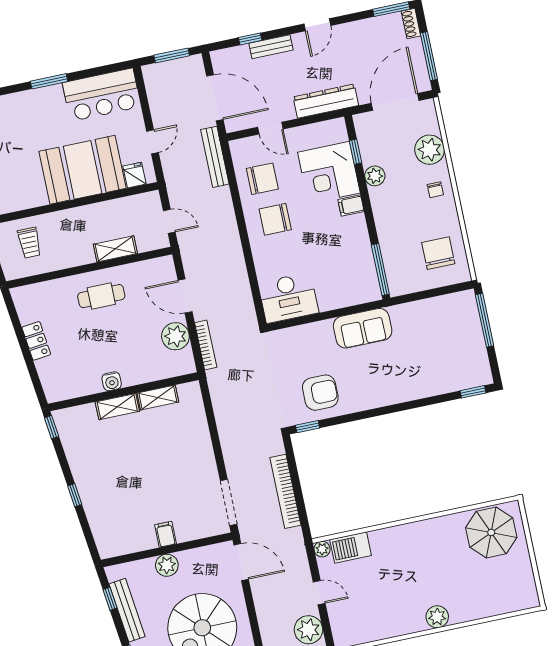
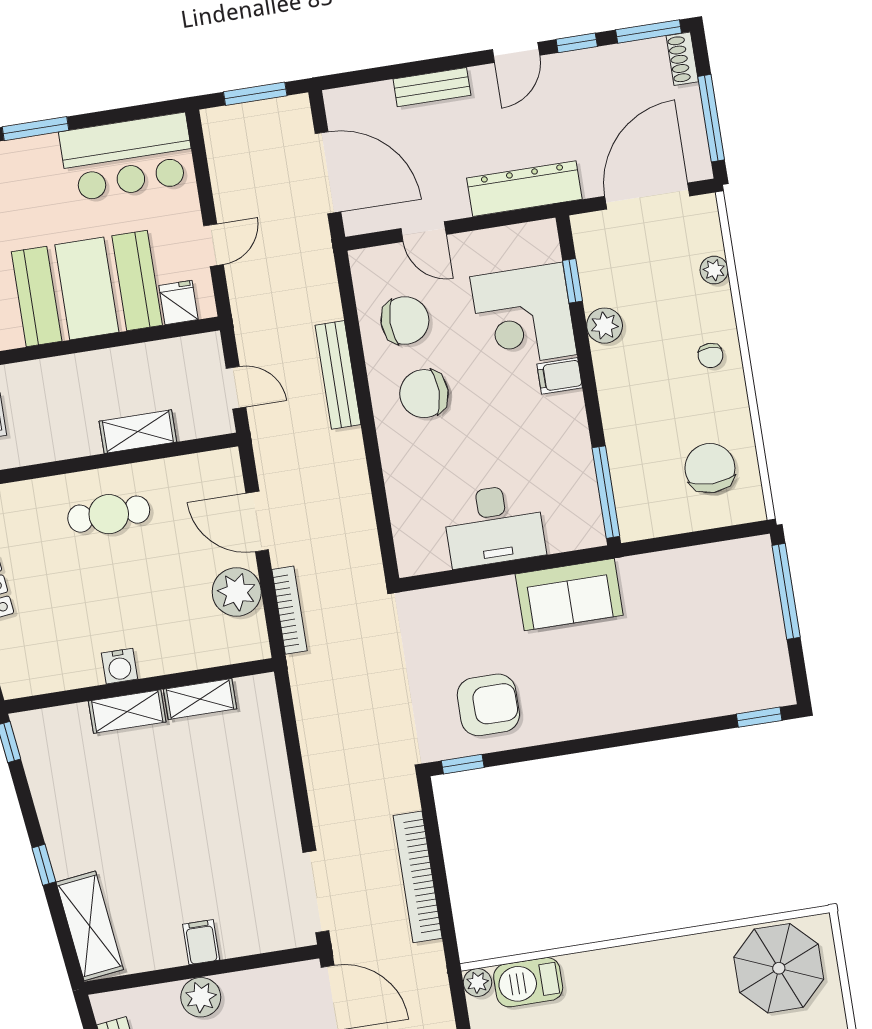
window: (250, 39) -> (577, 43), moved
plant: (430, 150) -> (714, 270), width x0.53, depth x0.53
bench: (215, 157) -> (338, 375), moved
desk: (288, 298) -> (494, 525), moved
shelving: (102, 528) -> (90, 926), added

